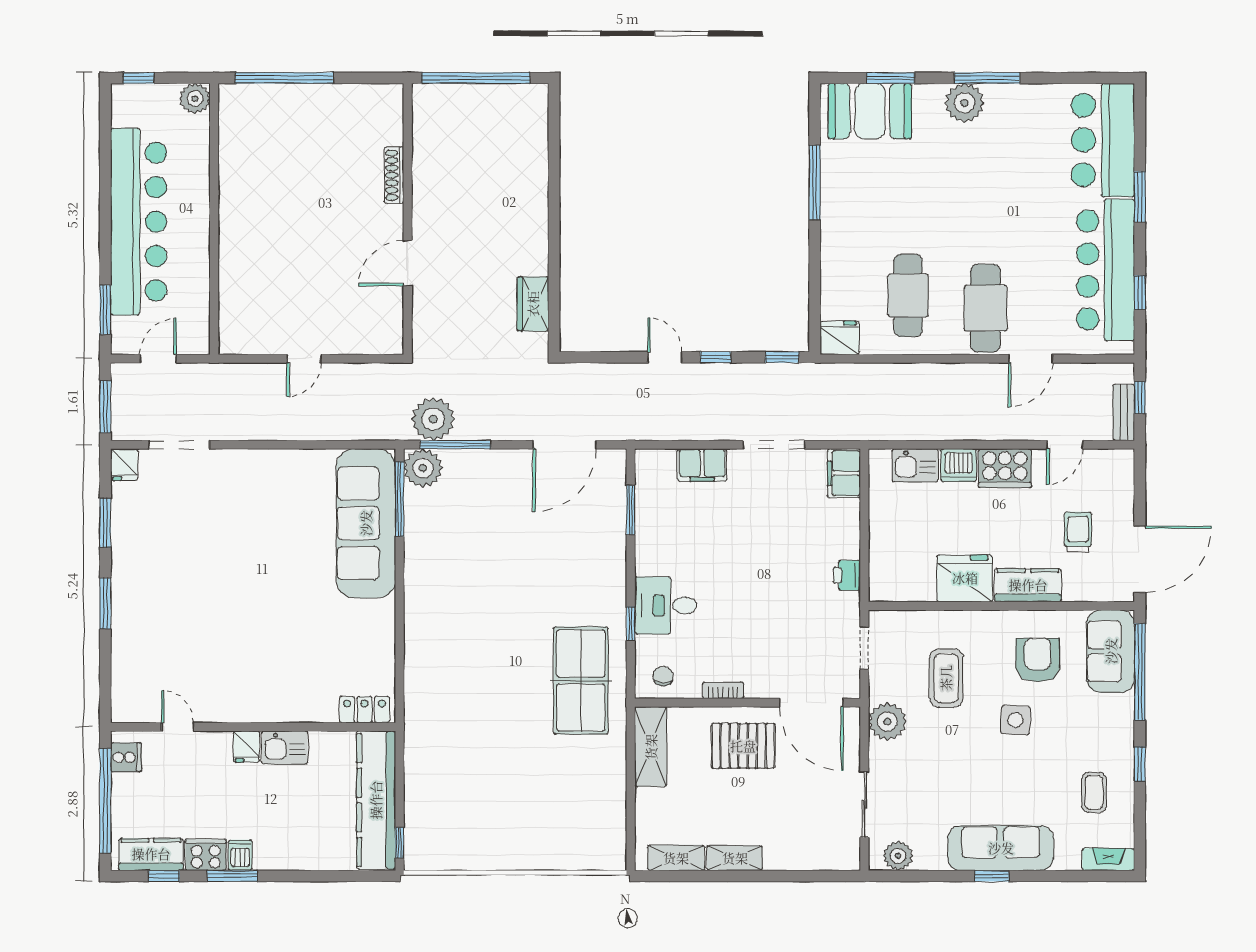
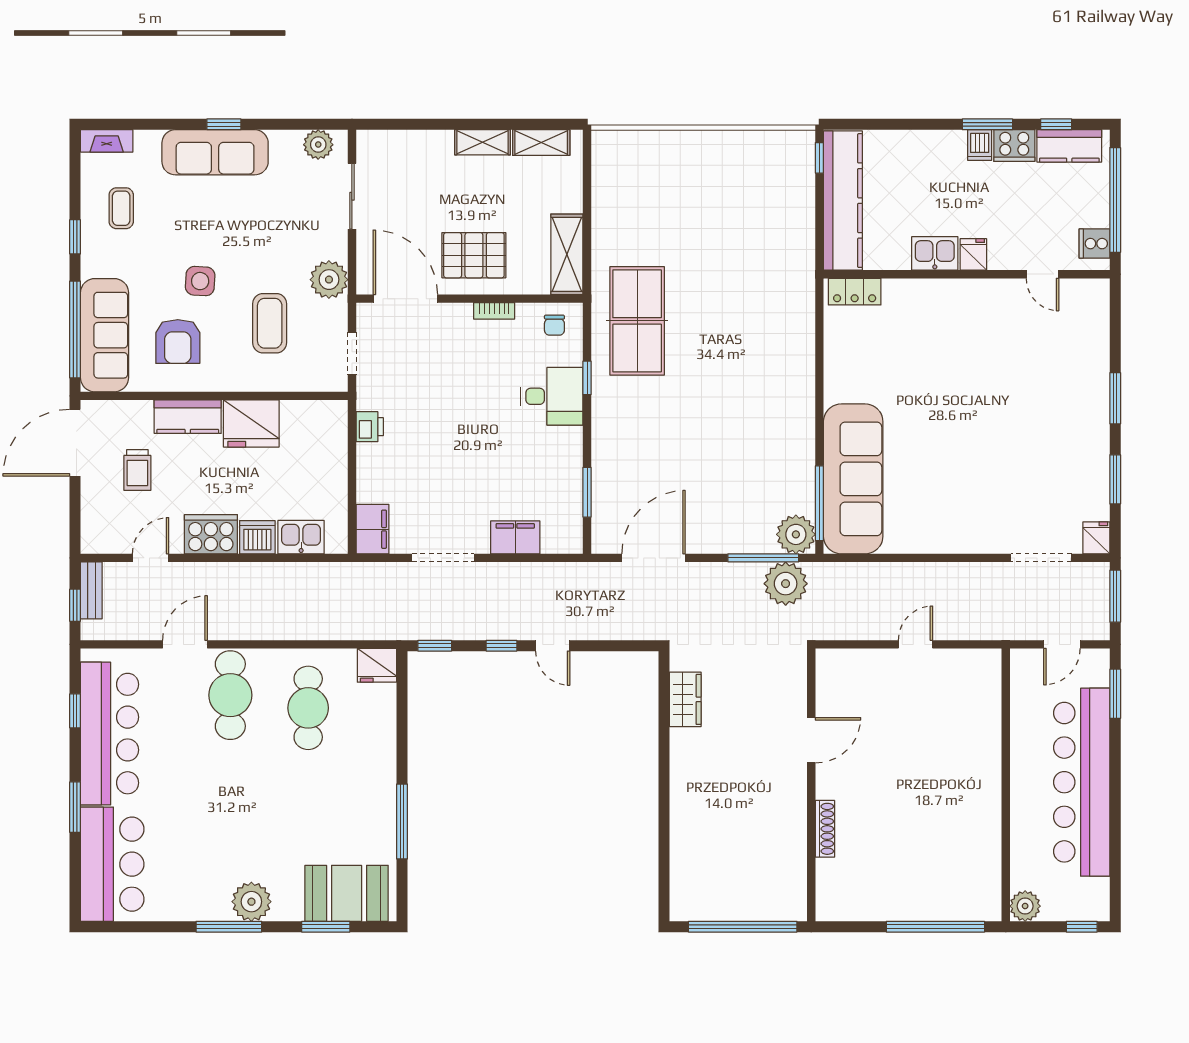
sofa: (1111, 651) -> (105, 335), width x1.36

